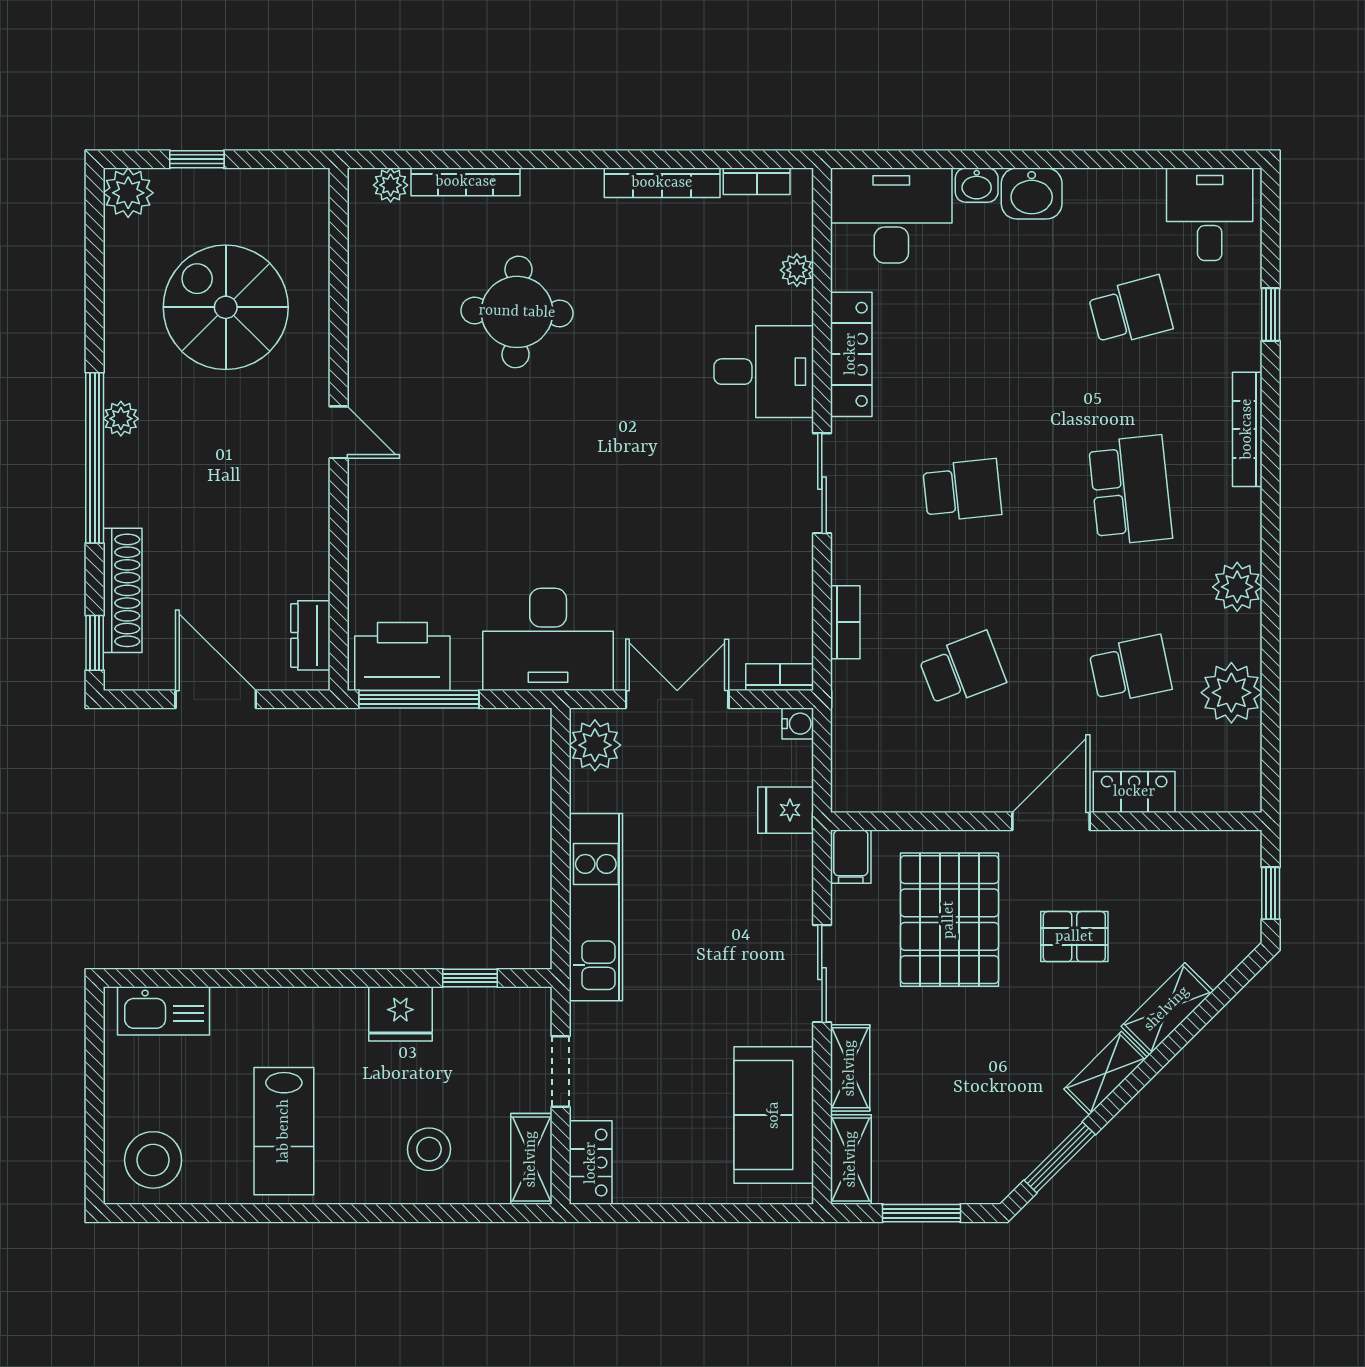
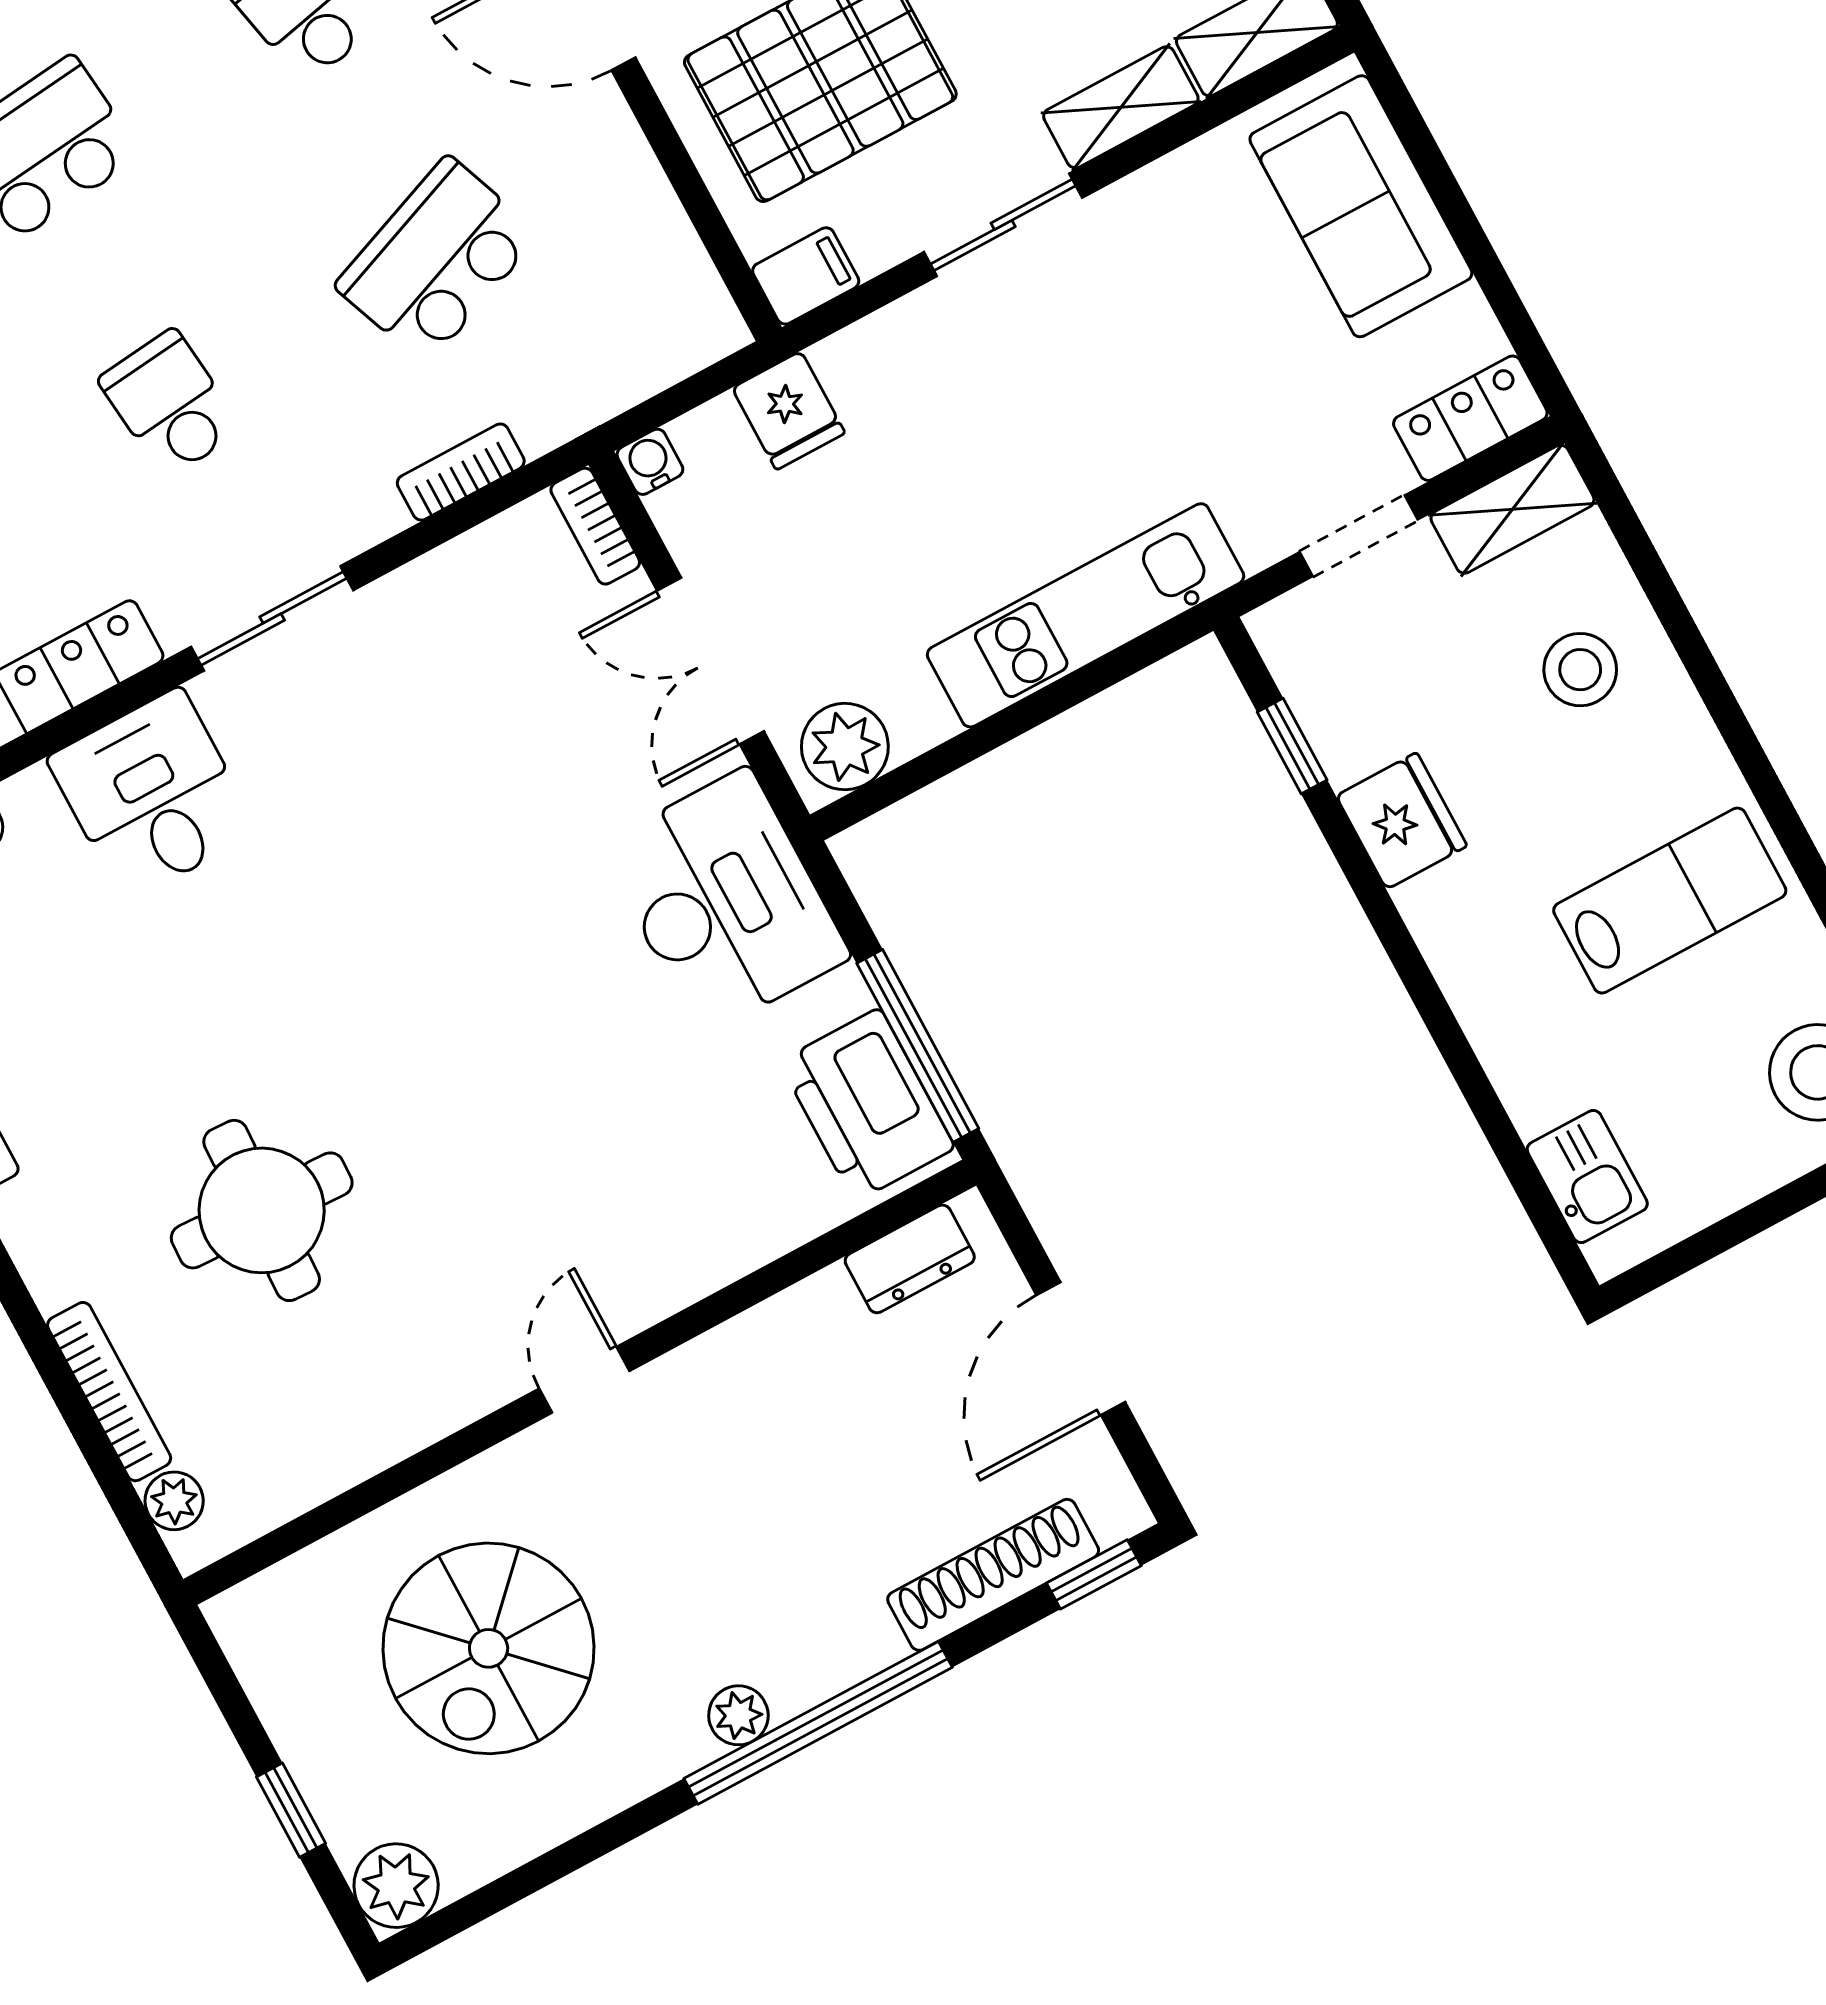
school desk: (962, 669) -> (437, 260), width x1.85
kitchen sink: (163, 1011) -> (1587, 1177), width x0.73
sofa: (774, 1115) -> (1361, 206), moved, turned 90

